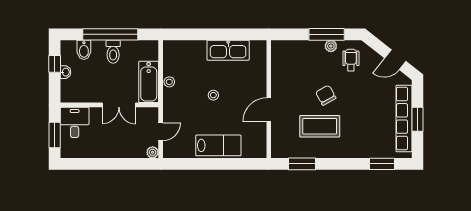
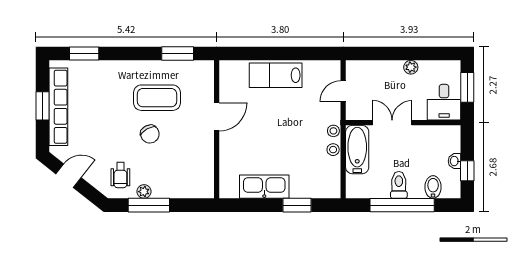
window: (200, 34) -> (297, 205), added
stool: (213, 95) -> (333, 131), moved
plant: (153, 152) -> (411, 67), moved

